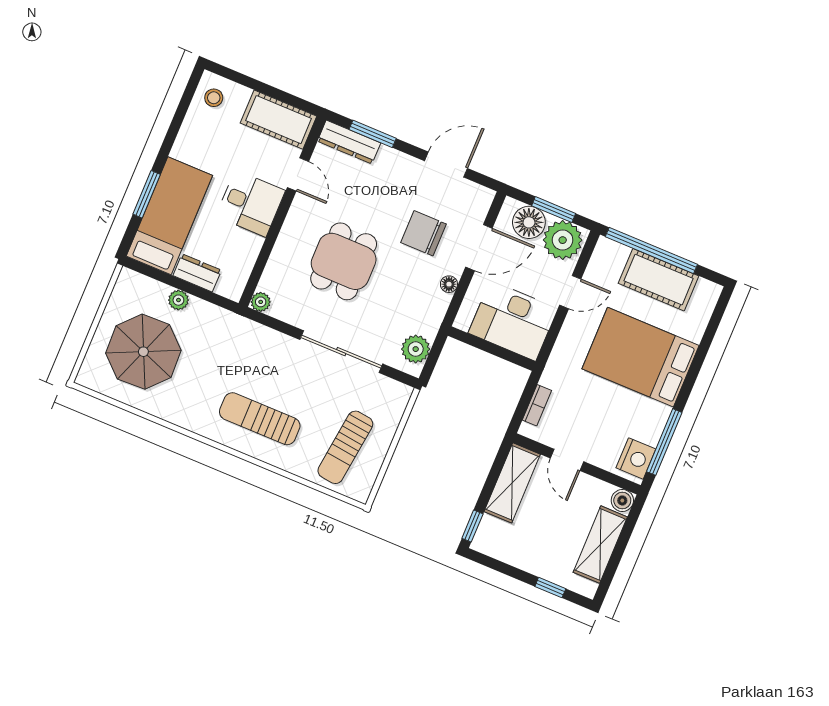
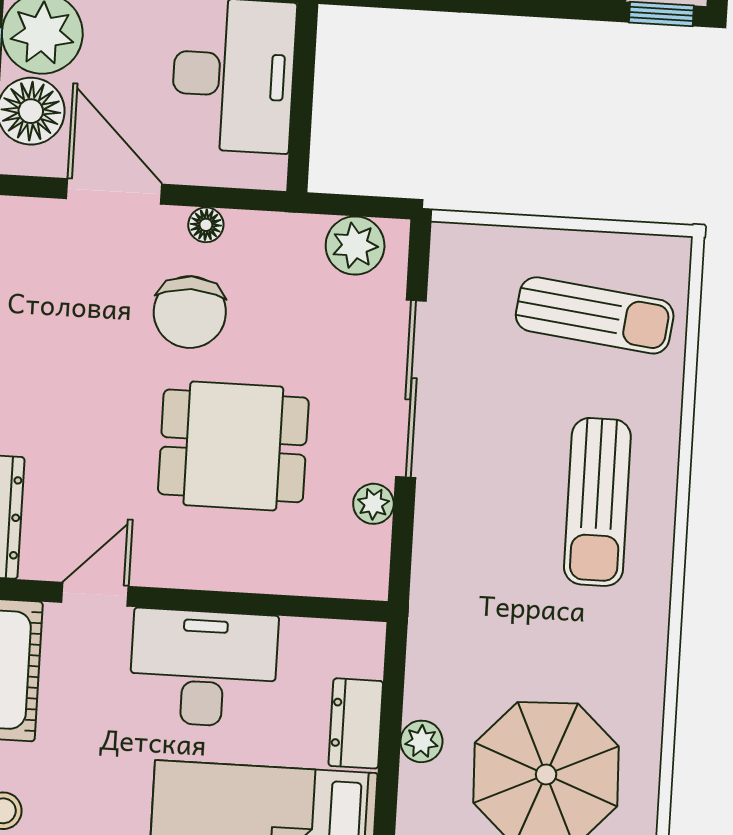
desk: (250, 203) -> (203, 668), width x1.37
chair: (424, 233) -> (190, 312), moved
plant: (261, 302) -> (373, 504), moved

